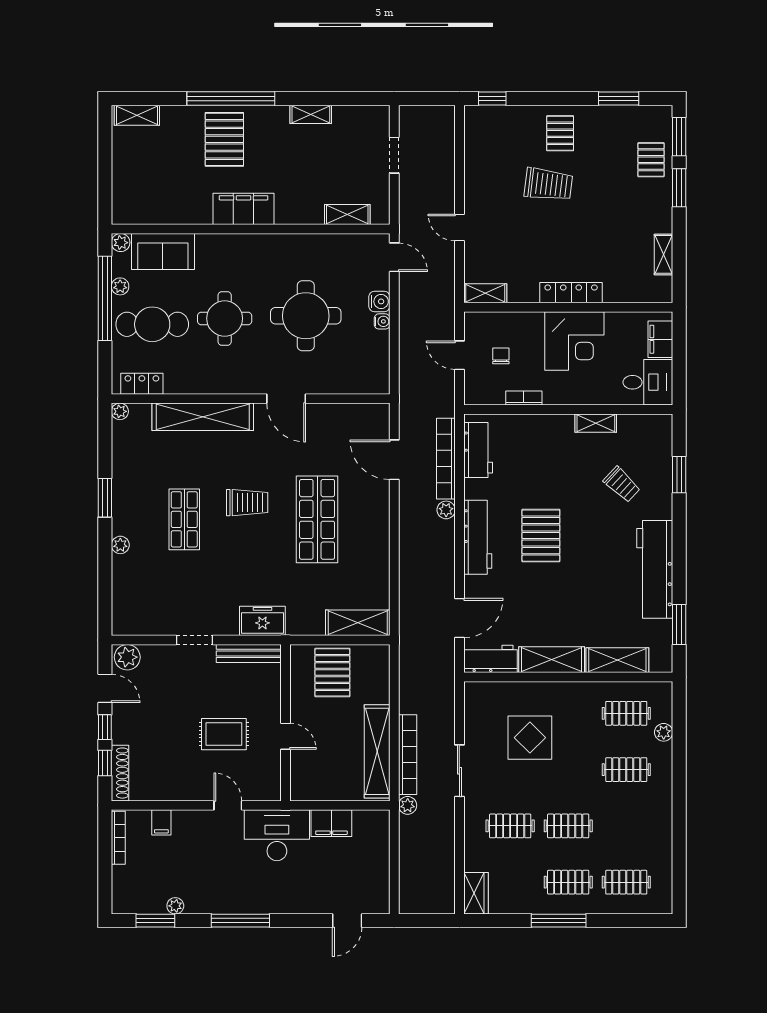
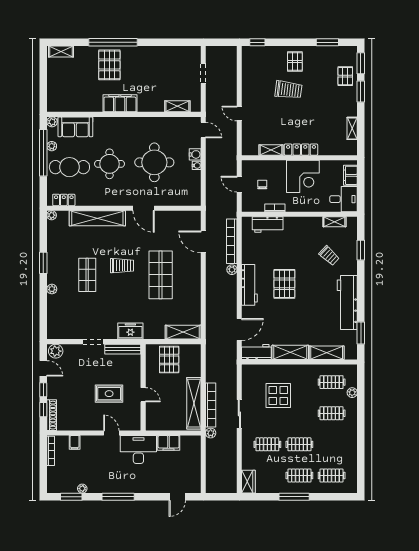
shelving: (311, 114) -> (157, 51), removed
shelving: (485, 293) -> (271, 150), moved
shelving: (596, 423) -> (334, 222), moved
workbench: (478, 450) -> (268, 224), moved, turned 90

